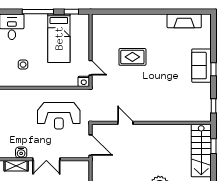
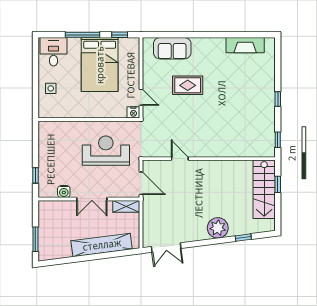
bed: (59, 38) -> (100, 65), width x1.50
side table: (23, 65) -> (51, 88), moved
sofa: (202, 66) -> (172, 48), moved, turned -90
reception desk: (59, 116) -> (106, 151), turned 180
shelving: (16, 166) -> (126, 206), moved

